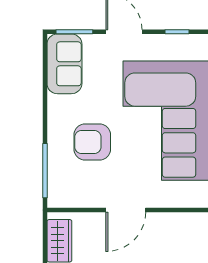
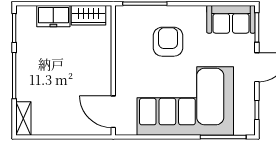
door: (126, 210) -> (113, 112), moved

